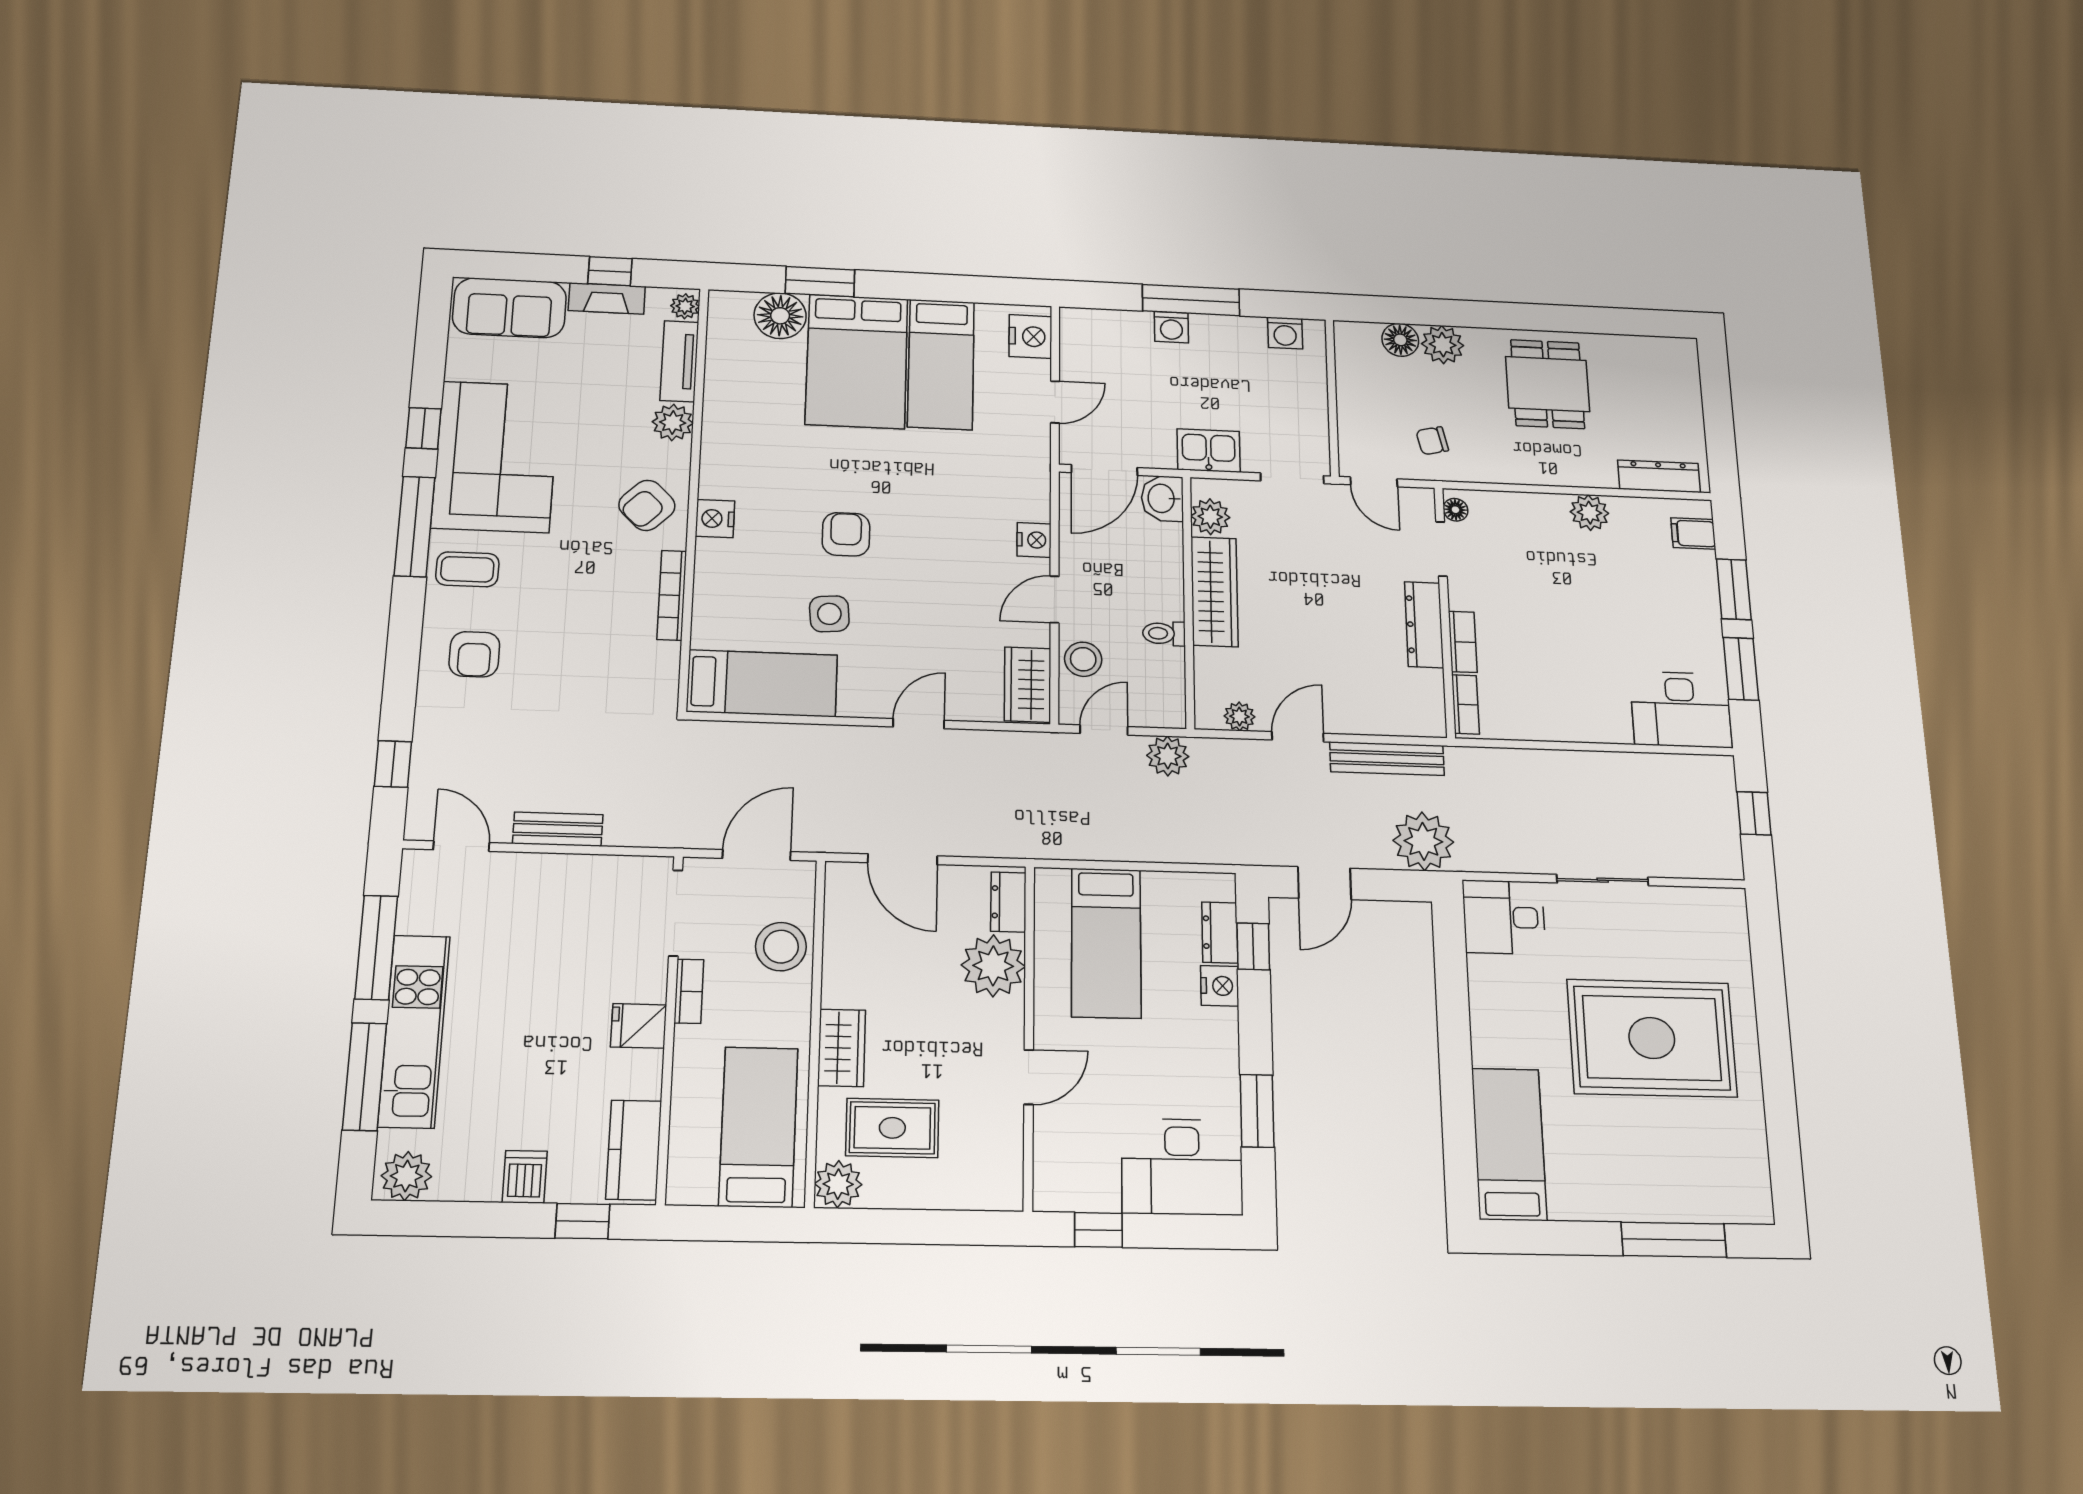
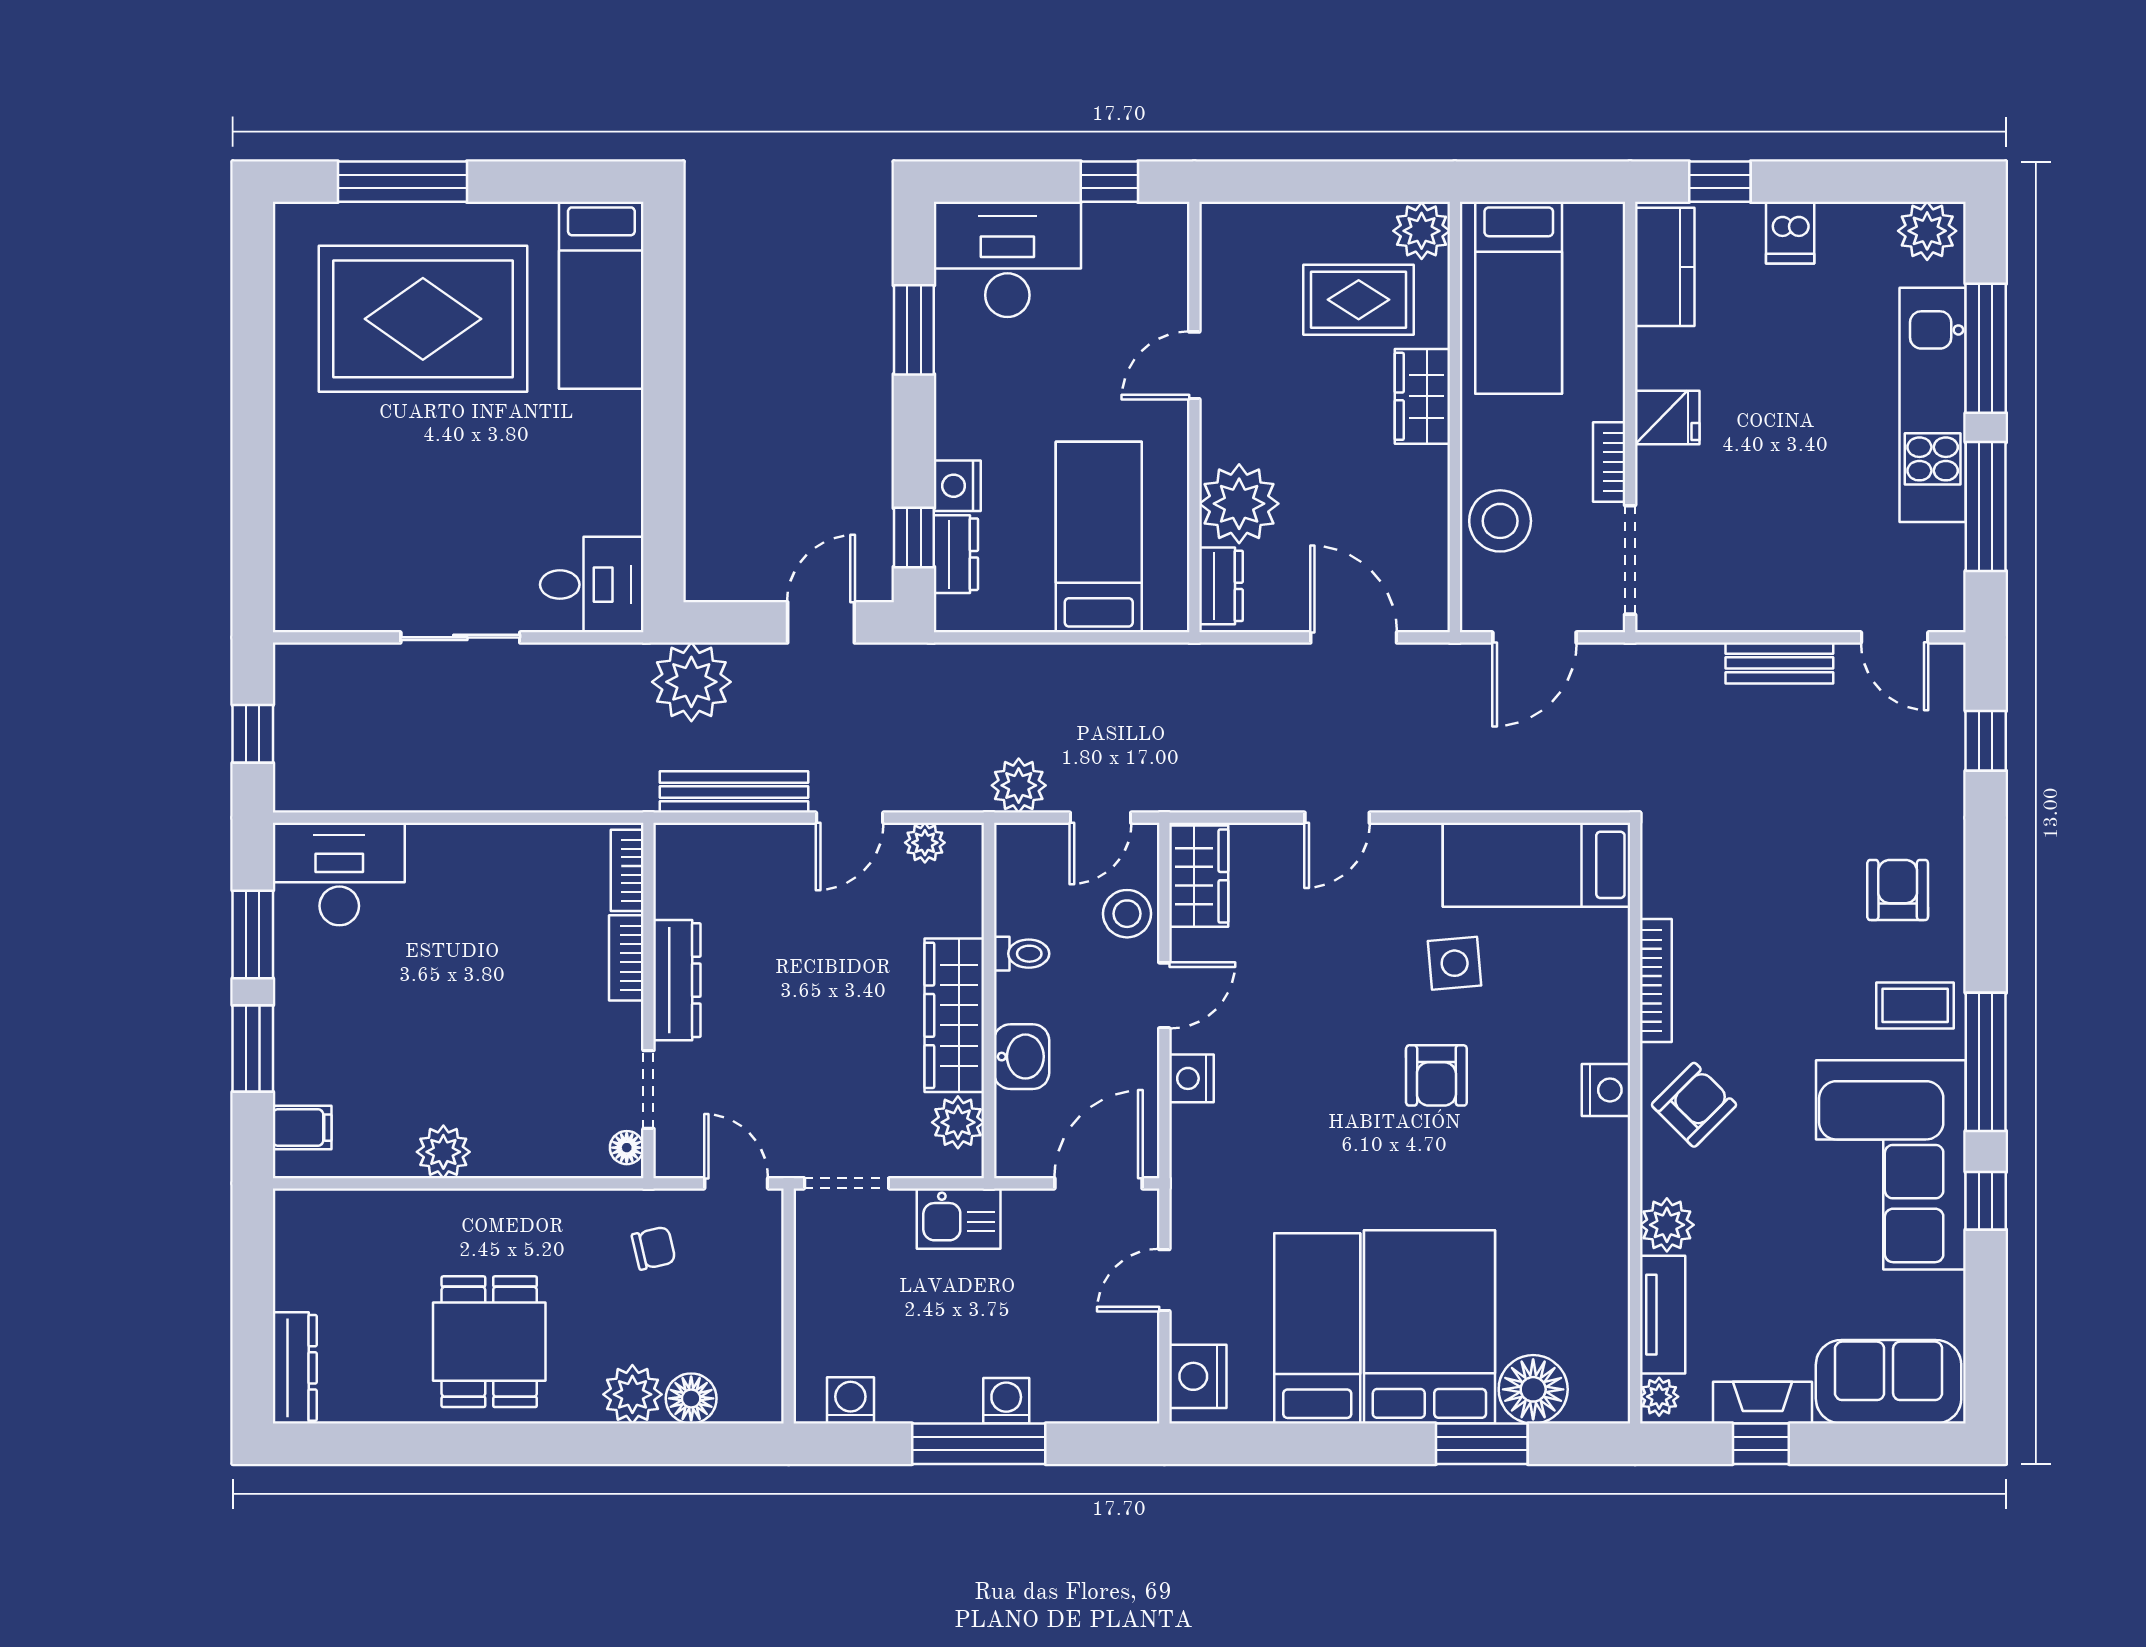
dresser: (1659, 476) -> (295, 1368), moved, turned -90
washbasin: (1162, 498) -> (1022, 1057), moved
rug: (1652, 1038) -> (423, 319), moved

